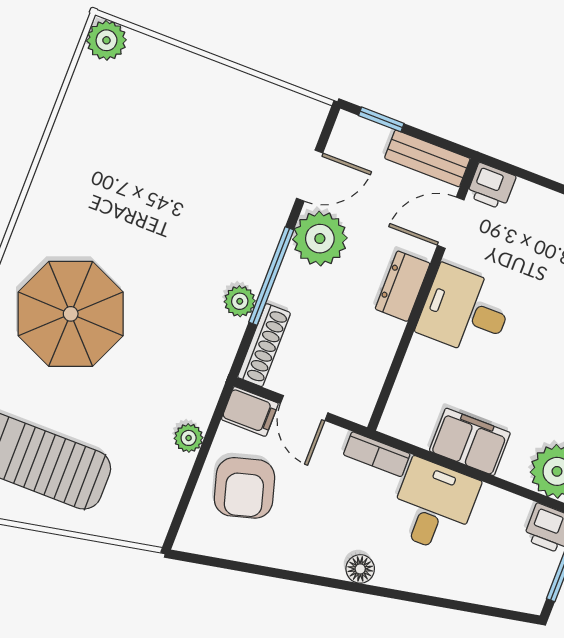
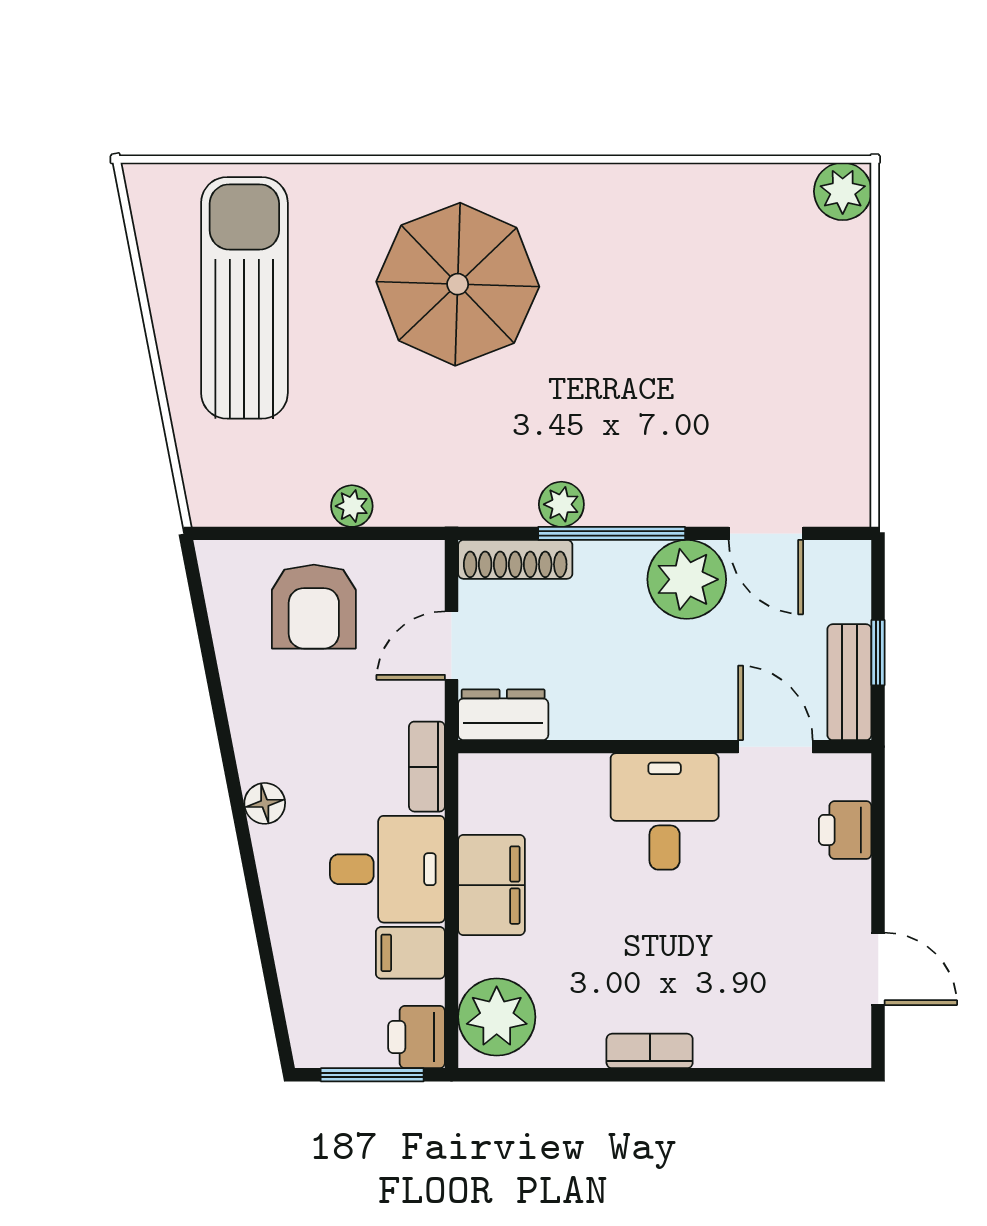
window: (381, 119) -> (878, 653), moved
printer: (491, 186) -> (845, 830), moved
dresser: (403, 286) -> (503, 715), moved
filing cabinet: (250, 411) -> (410, 953), moved, turned 90
armchair: (244, 488) -> (314, 607), turned -74

